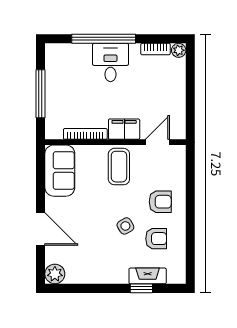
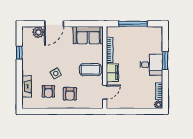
window: (104, 39) -> (165, 61), width x0.47
door: (157, 142) -> (105, 92), hinge flipped
plant: (55, 274) -> (38, 32), moved
window: (141, 288) -> (19, 53), moved

